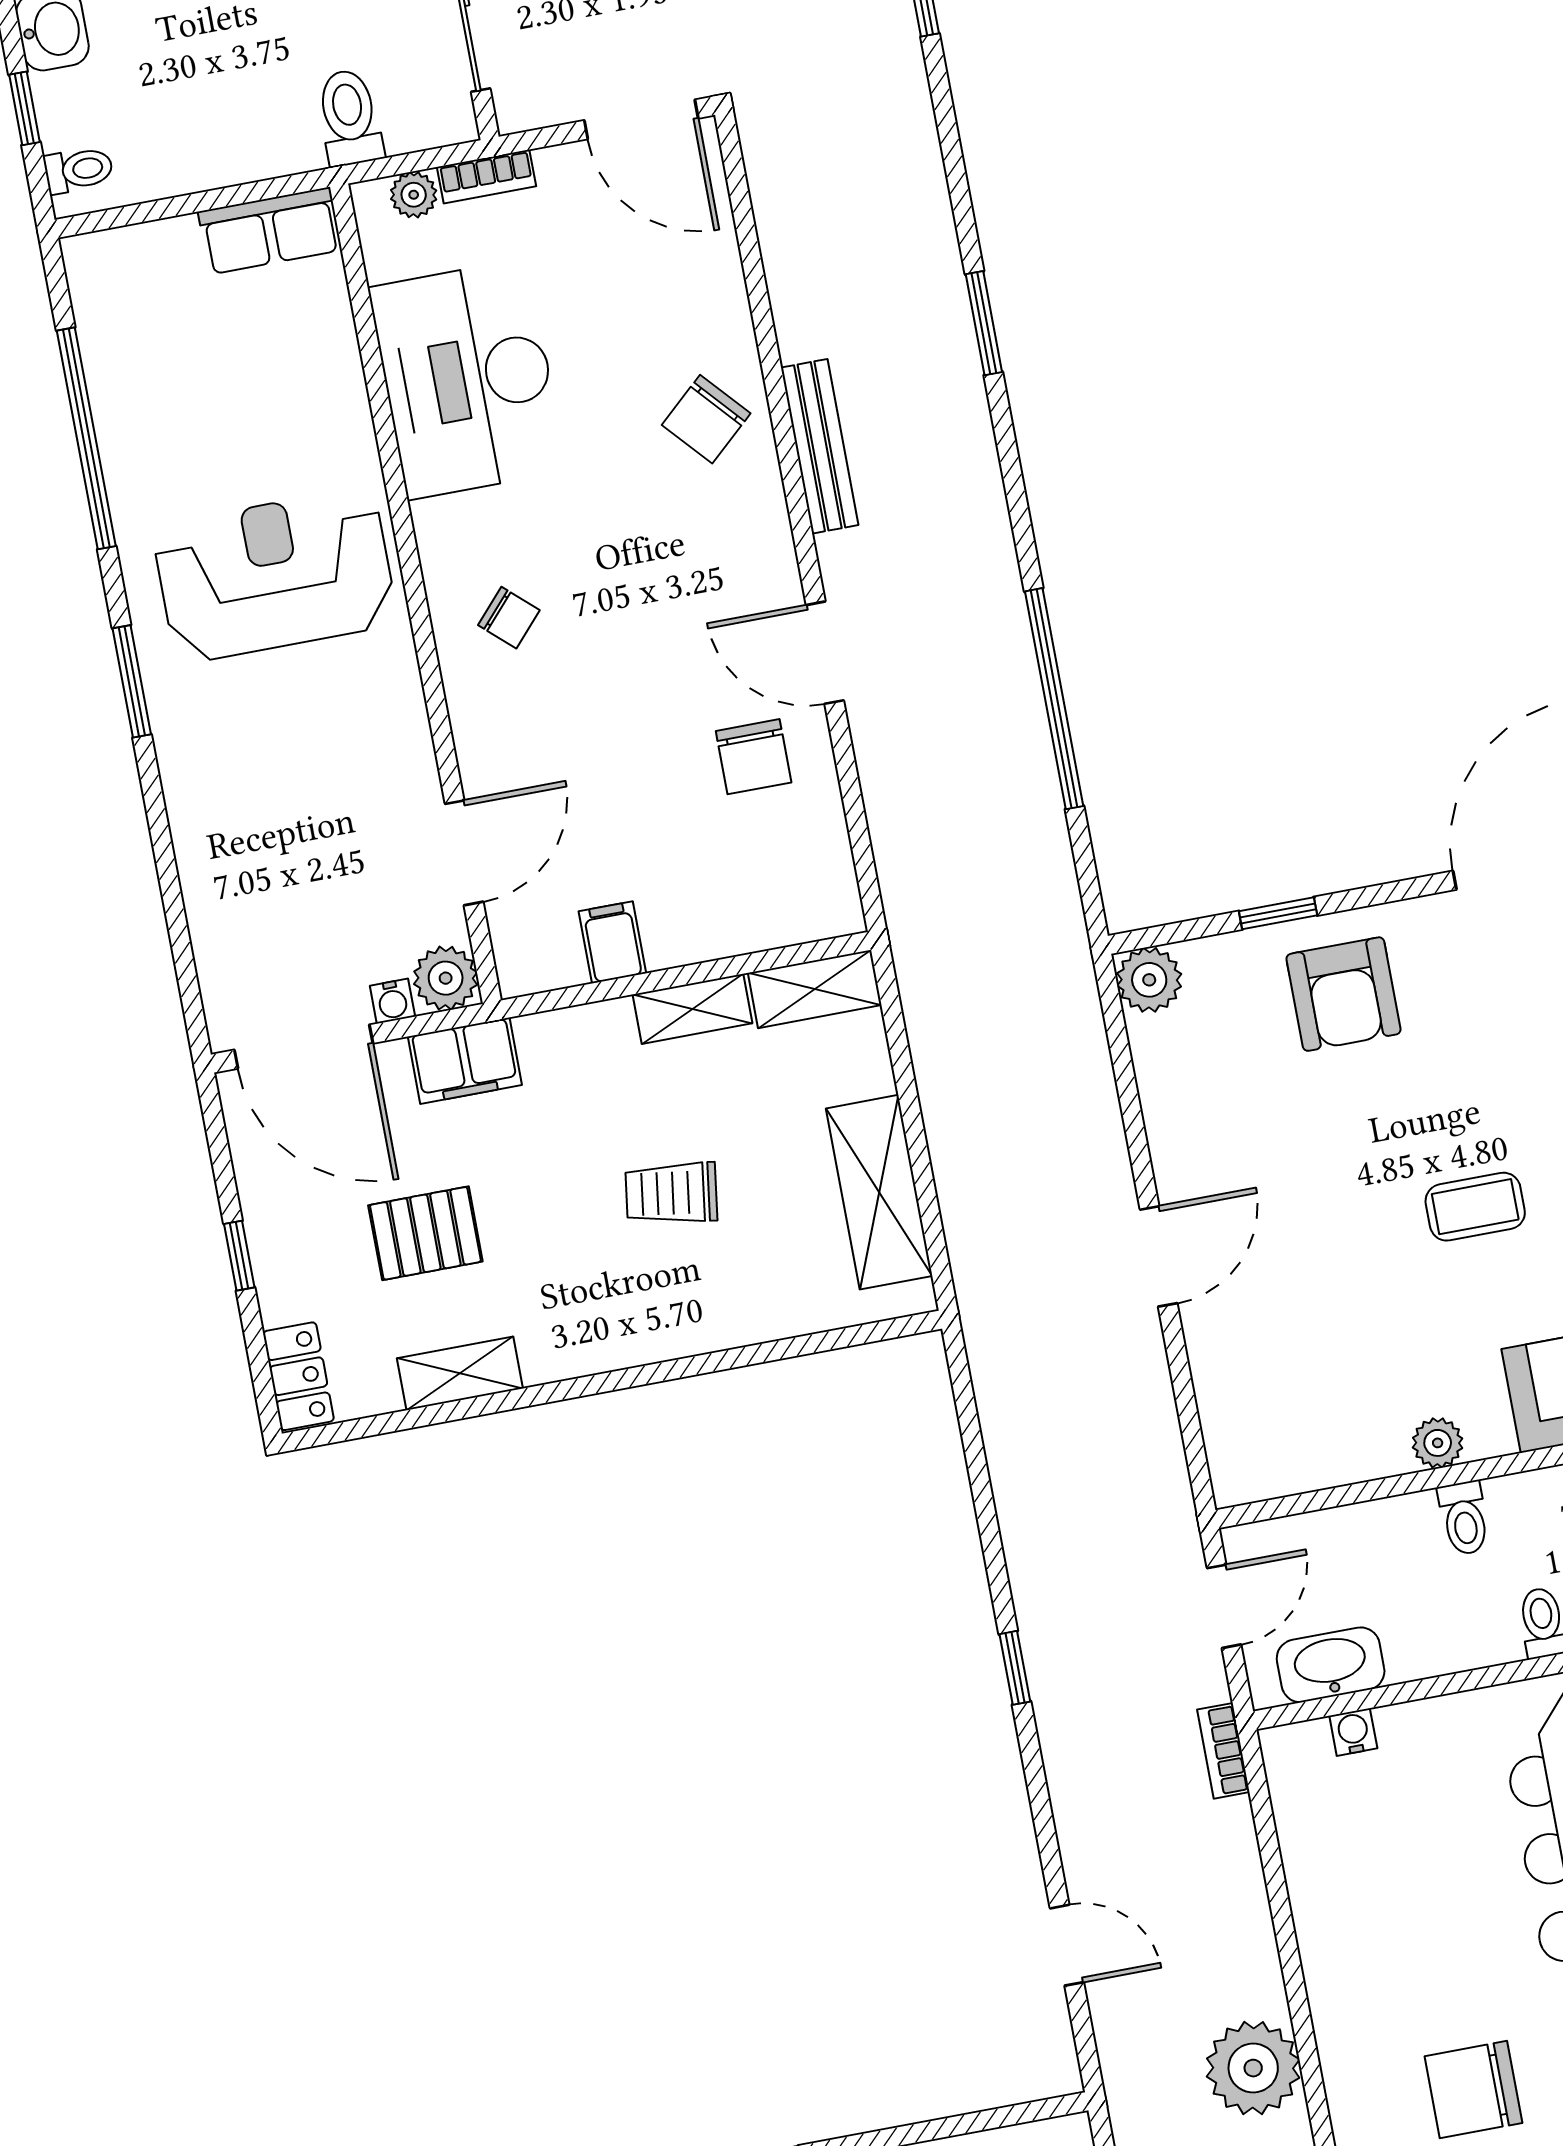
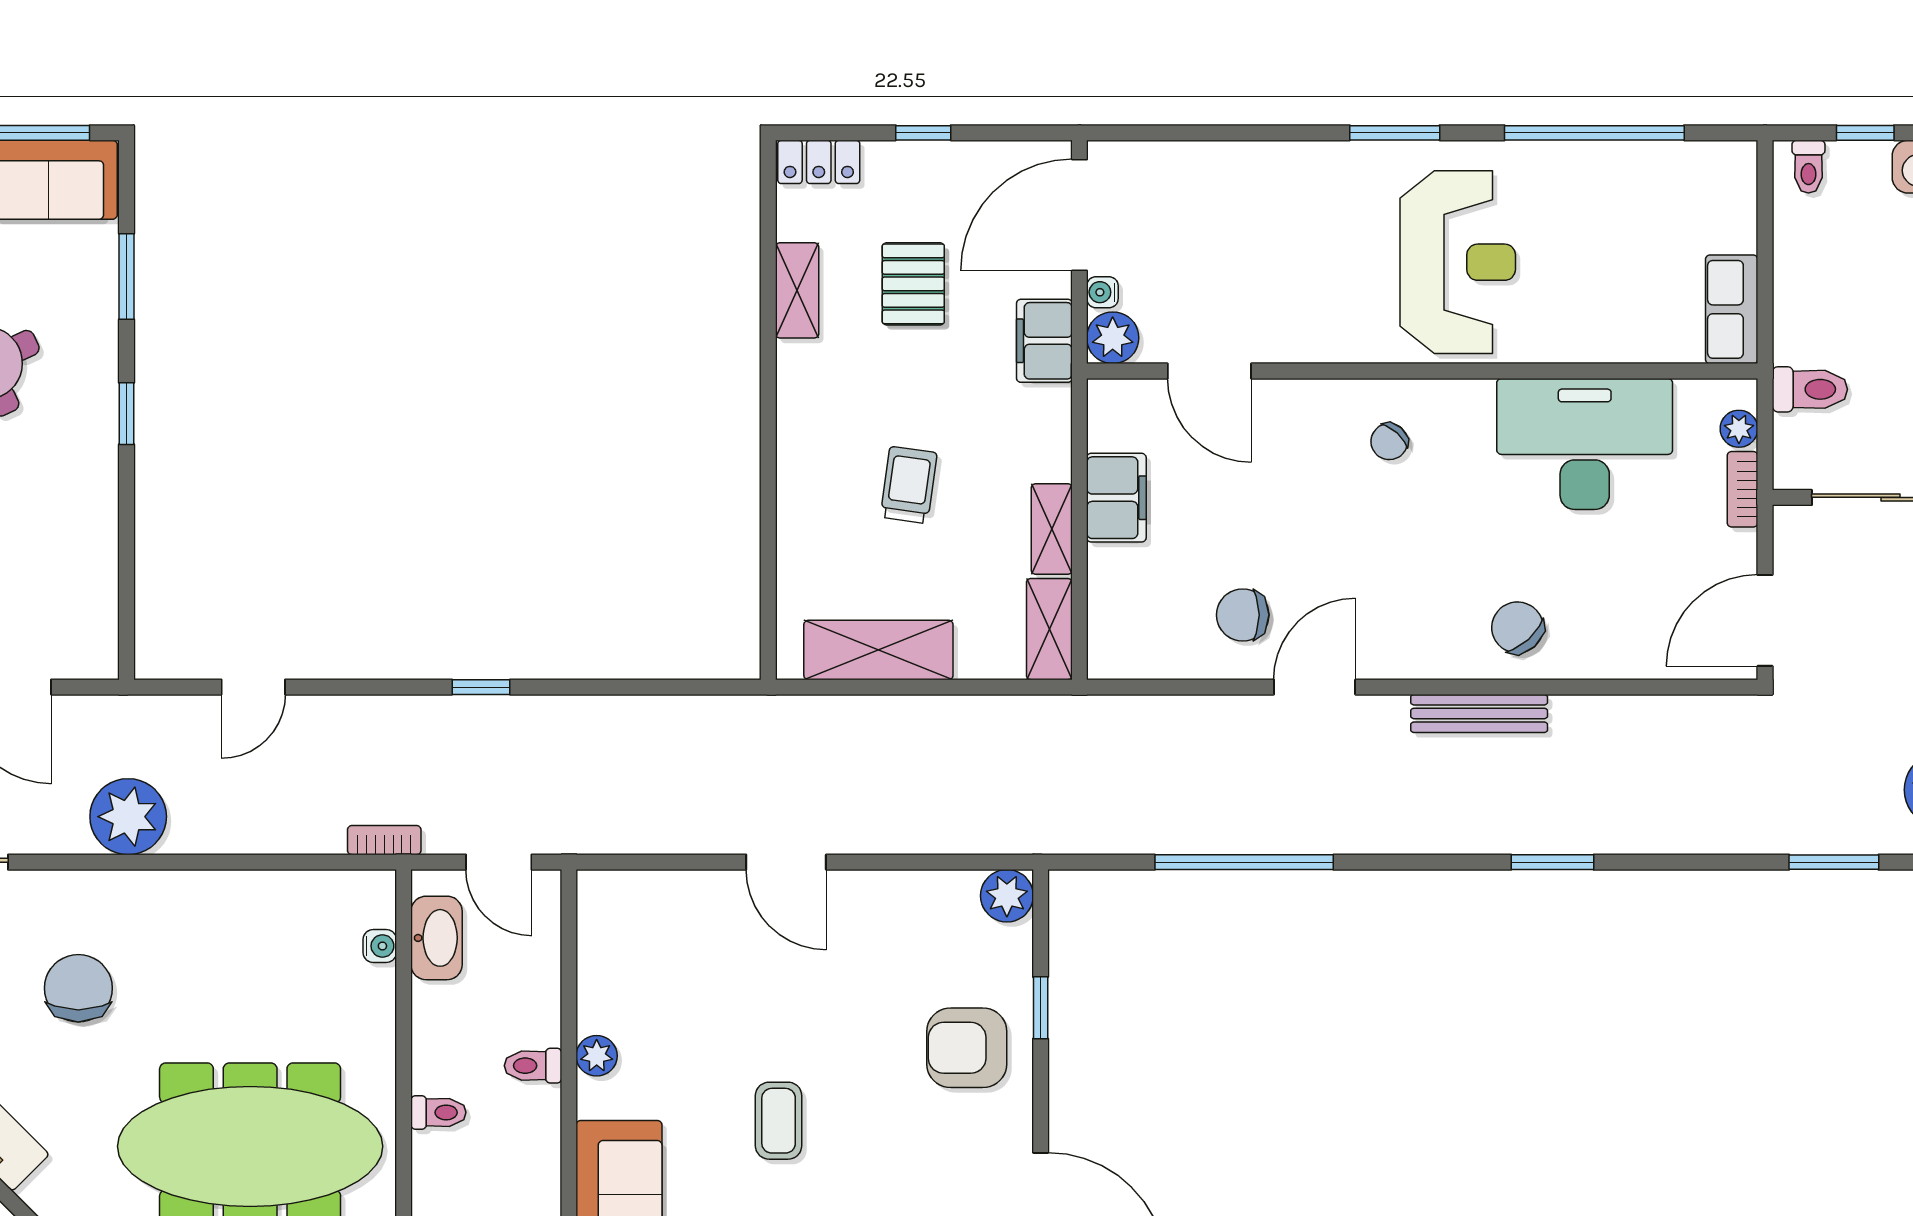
filing cabinet: (612, 942) -> (1116, 498), width x2.00

